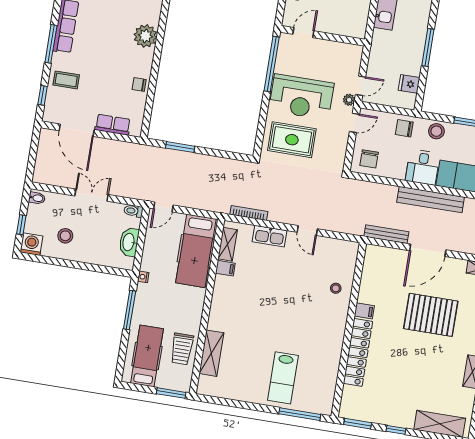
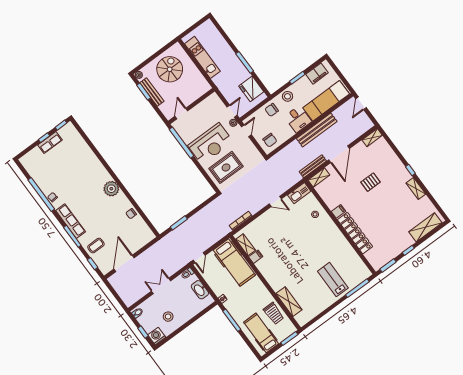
fridge: (409, 84) -> (251, 89), width x1.88, depth x1.34
row of seats: (113, 125) -> (138, 244), removed
door: (77, 130) -> (124, 263), swing flipped
kitchen sink: (270, 236) -> (299, 193), moved
shelving: (380, 253) -> (319, 177), added
pallet: (431, 315) -> (370, 182), width x0.49, depth x0.50
lab bench: (283, 378) -> (333, 280), turned 180

